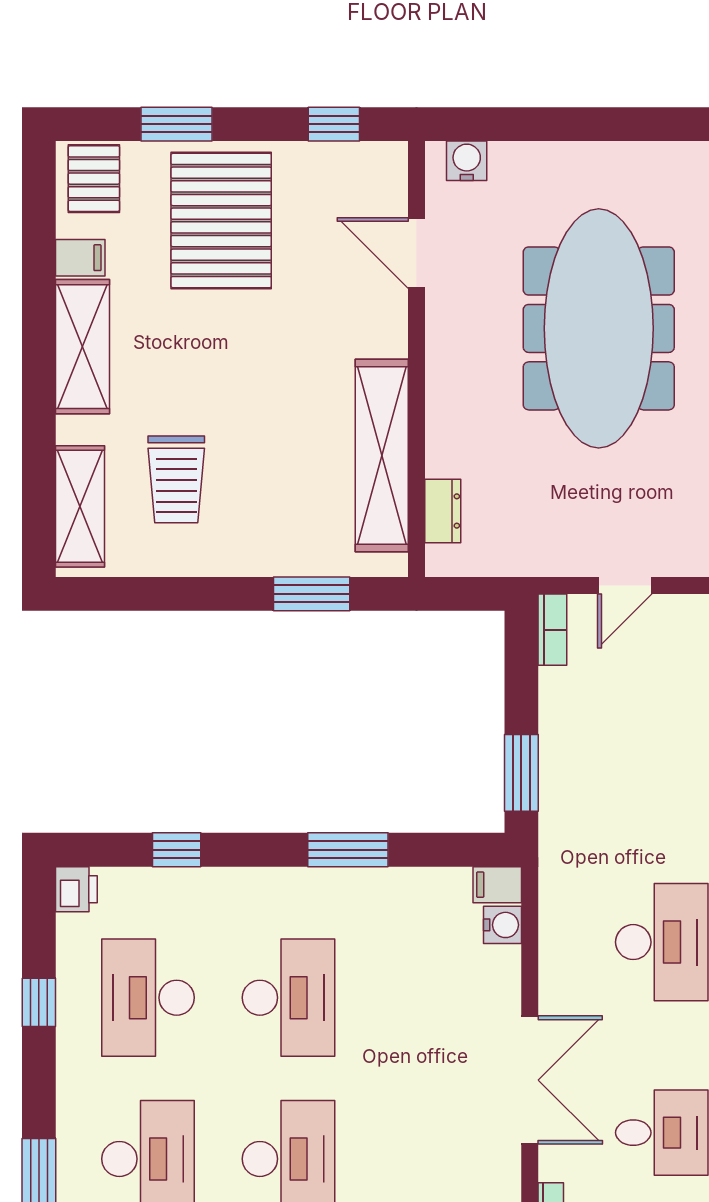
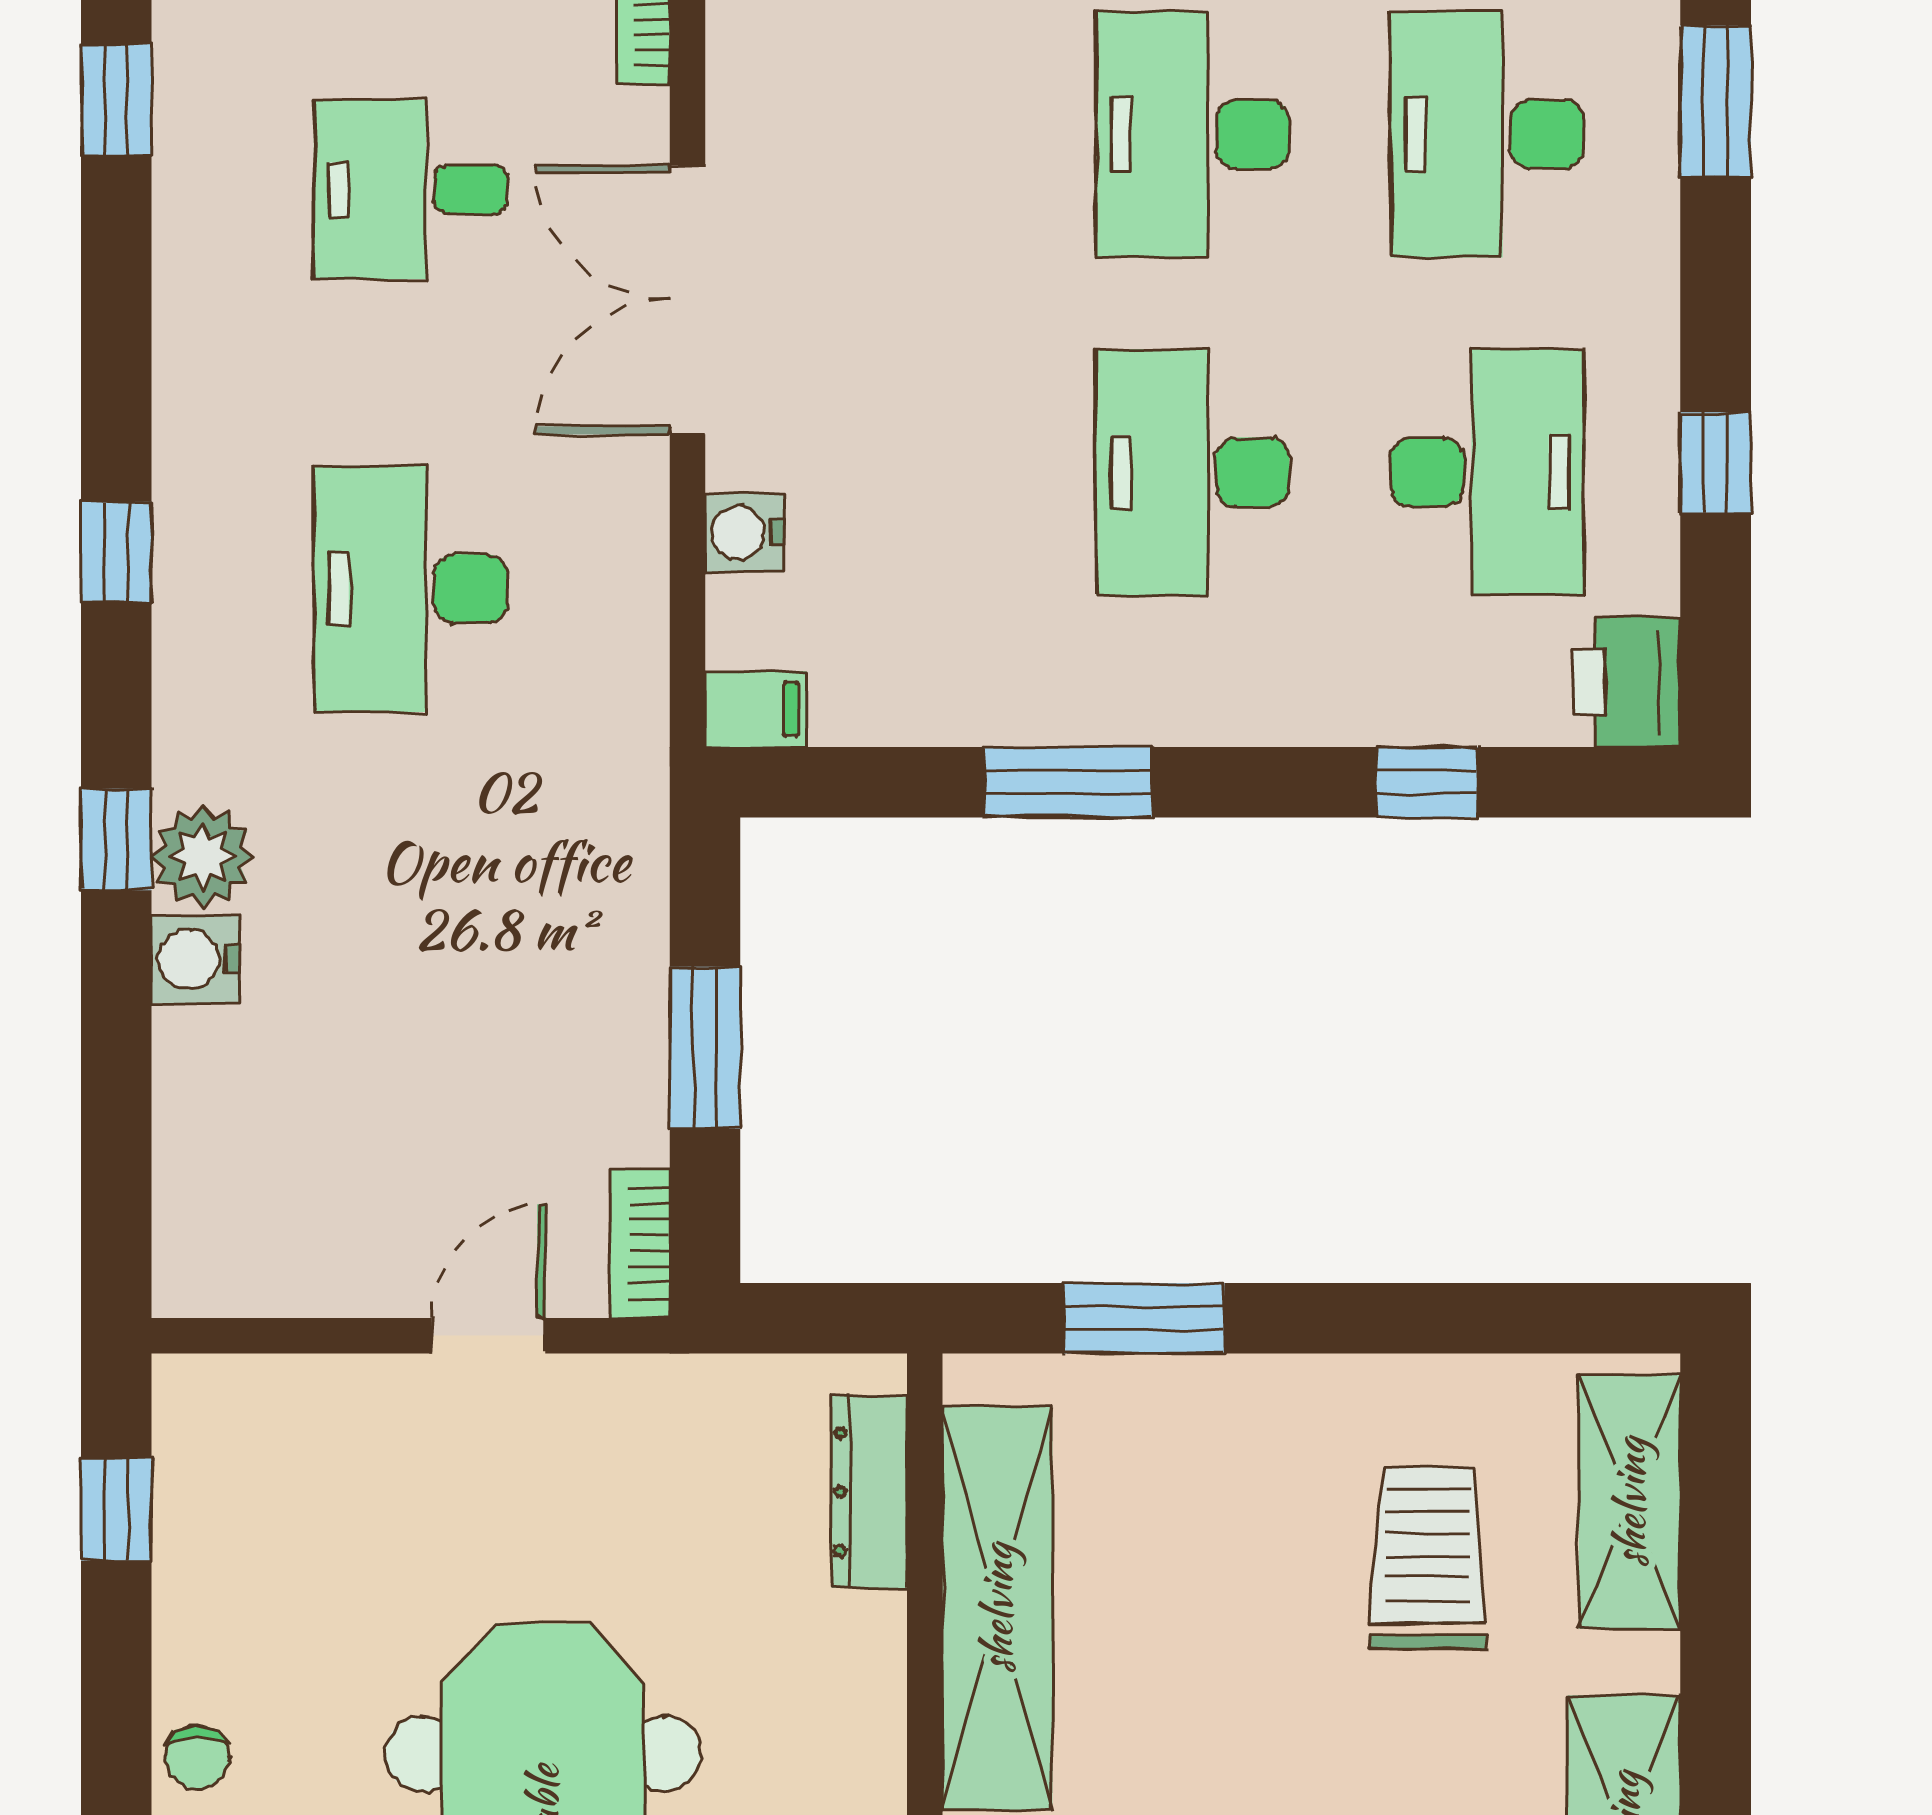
dresser: (443, 511) -> (870, 1492), width x1.44
window: (521, 773) -> (705, 1048), moved
printer: (76, 889) -> (1627, 682), width x1.36, depth x1.24
water cooler: (503, 925) -> (744, 533), moved

